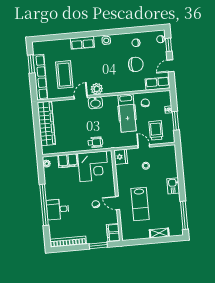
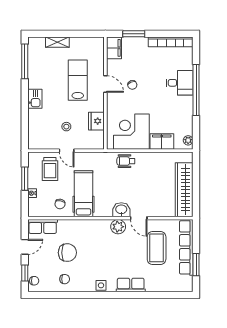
chair: (136, 64) -> (67, 253), turned 180
door: (81, 97) -> (139, 218), hinge flipped
fridge: (121, 157) -> (96, 121), moved

